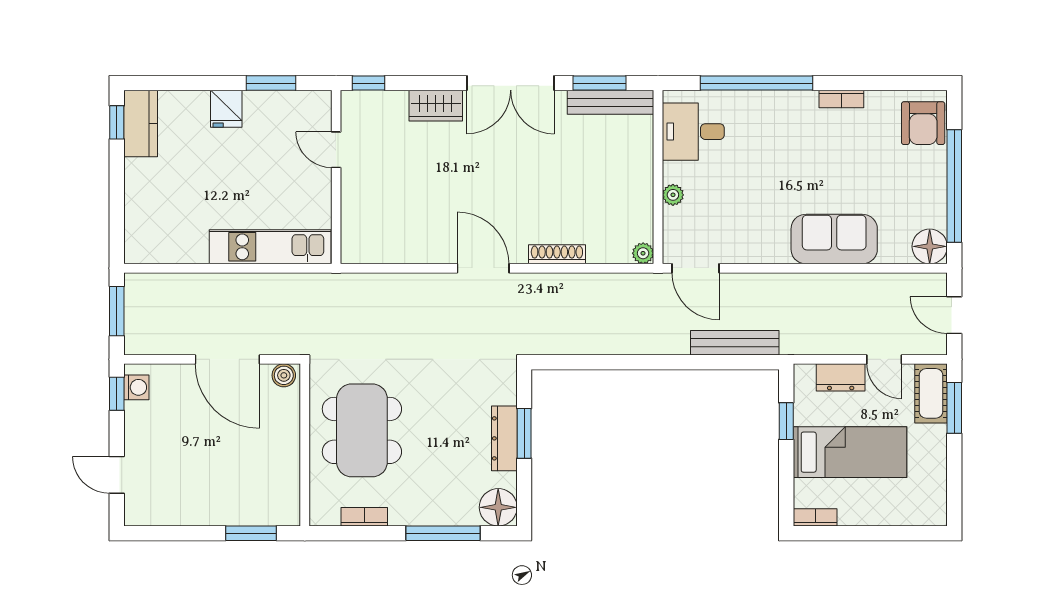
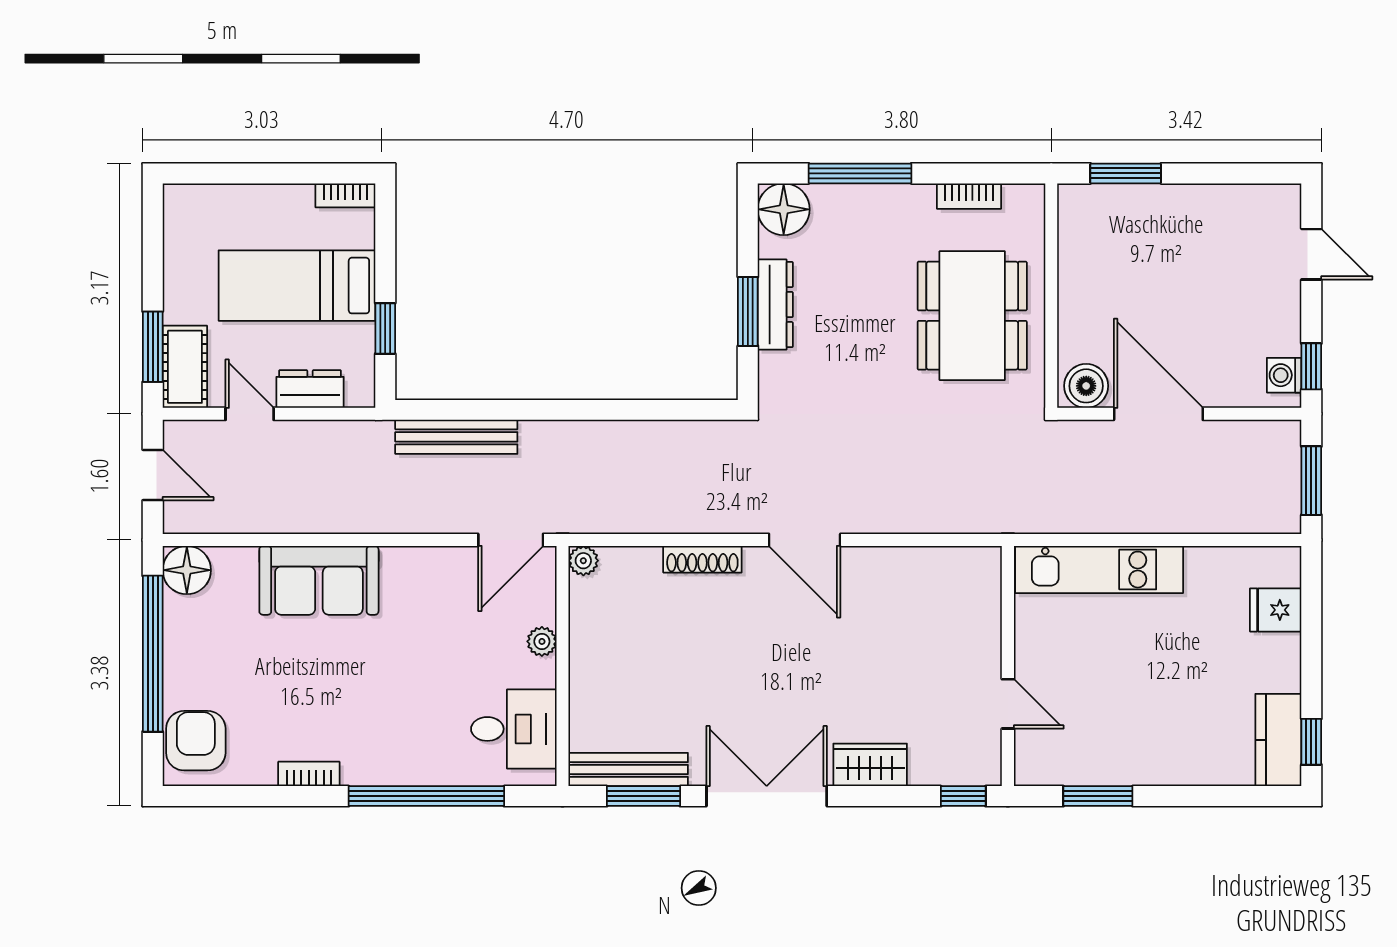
fridge: (226, 109) -> (1276, 610), moved, turned -90
door: (695, 268) -> (511, 540), swing flipped
boiler: (284, 375) -> (1086, 386), width x1.36, depth x1.36

